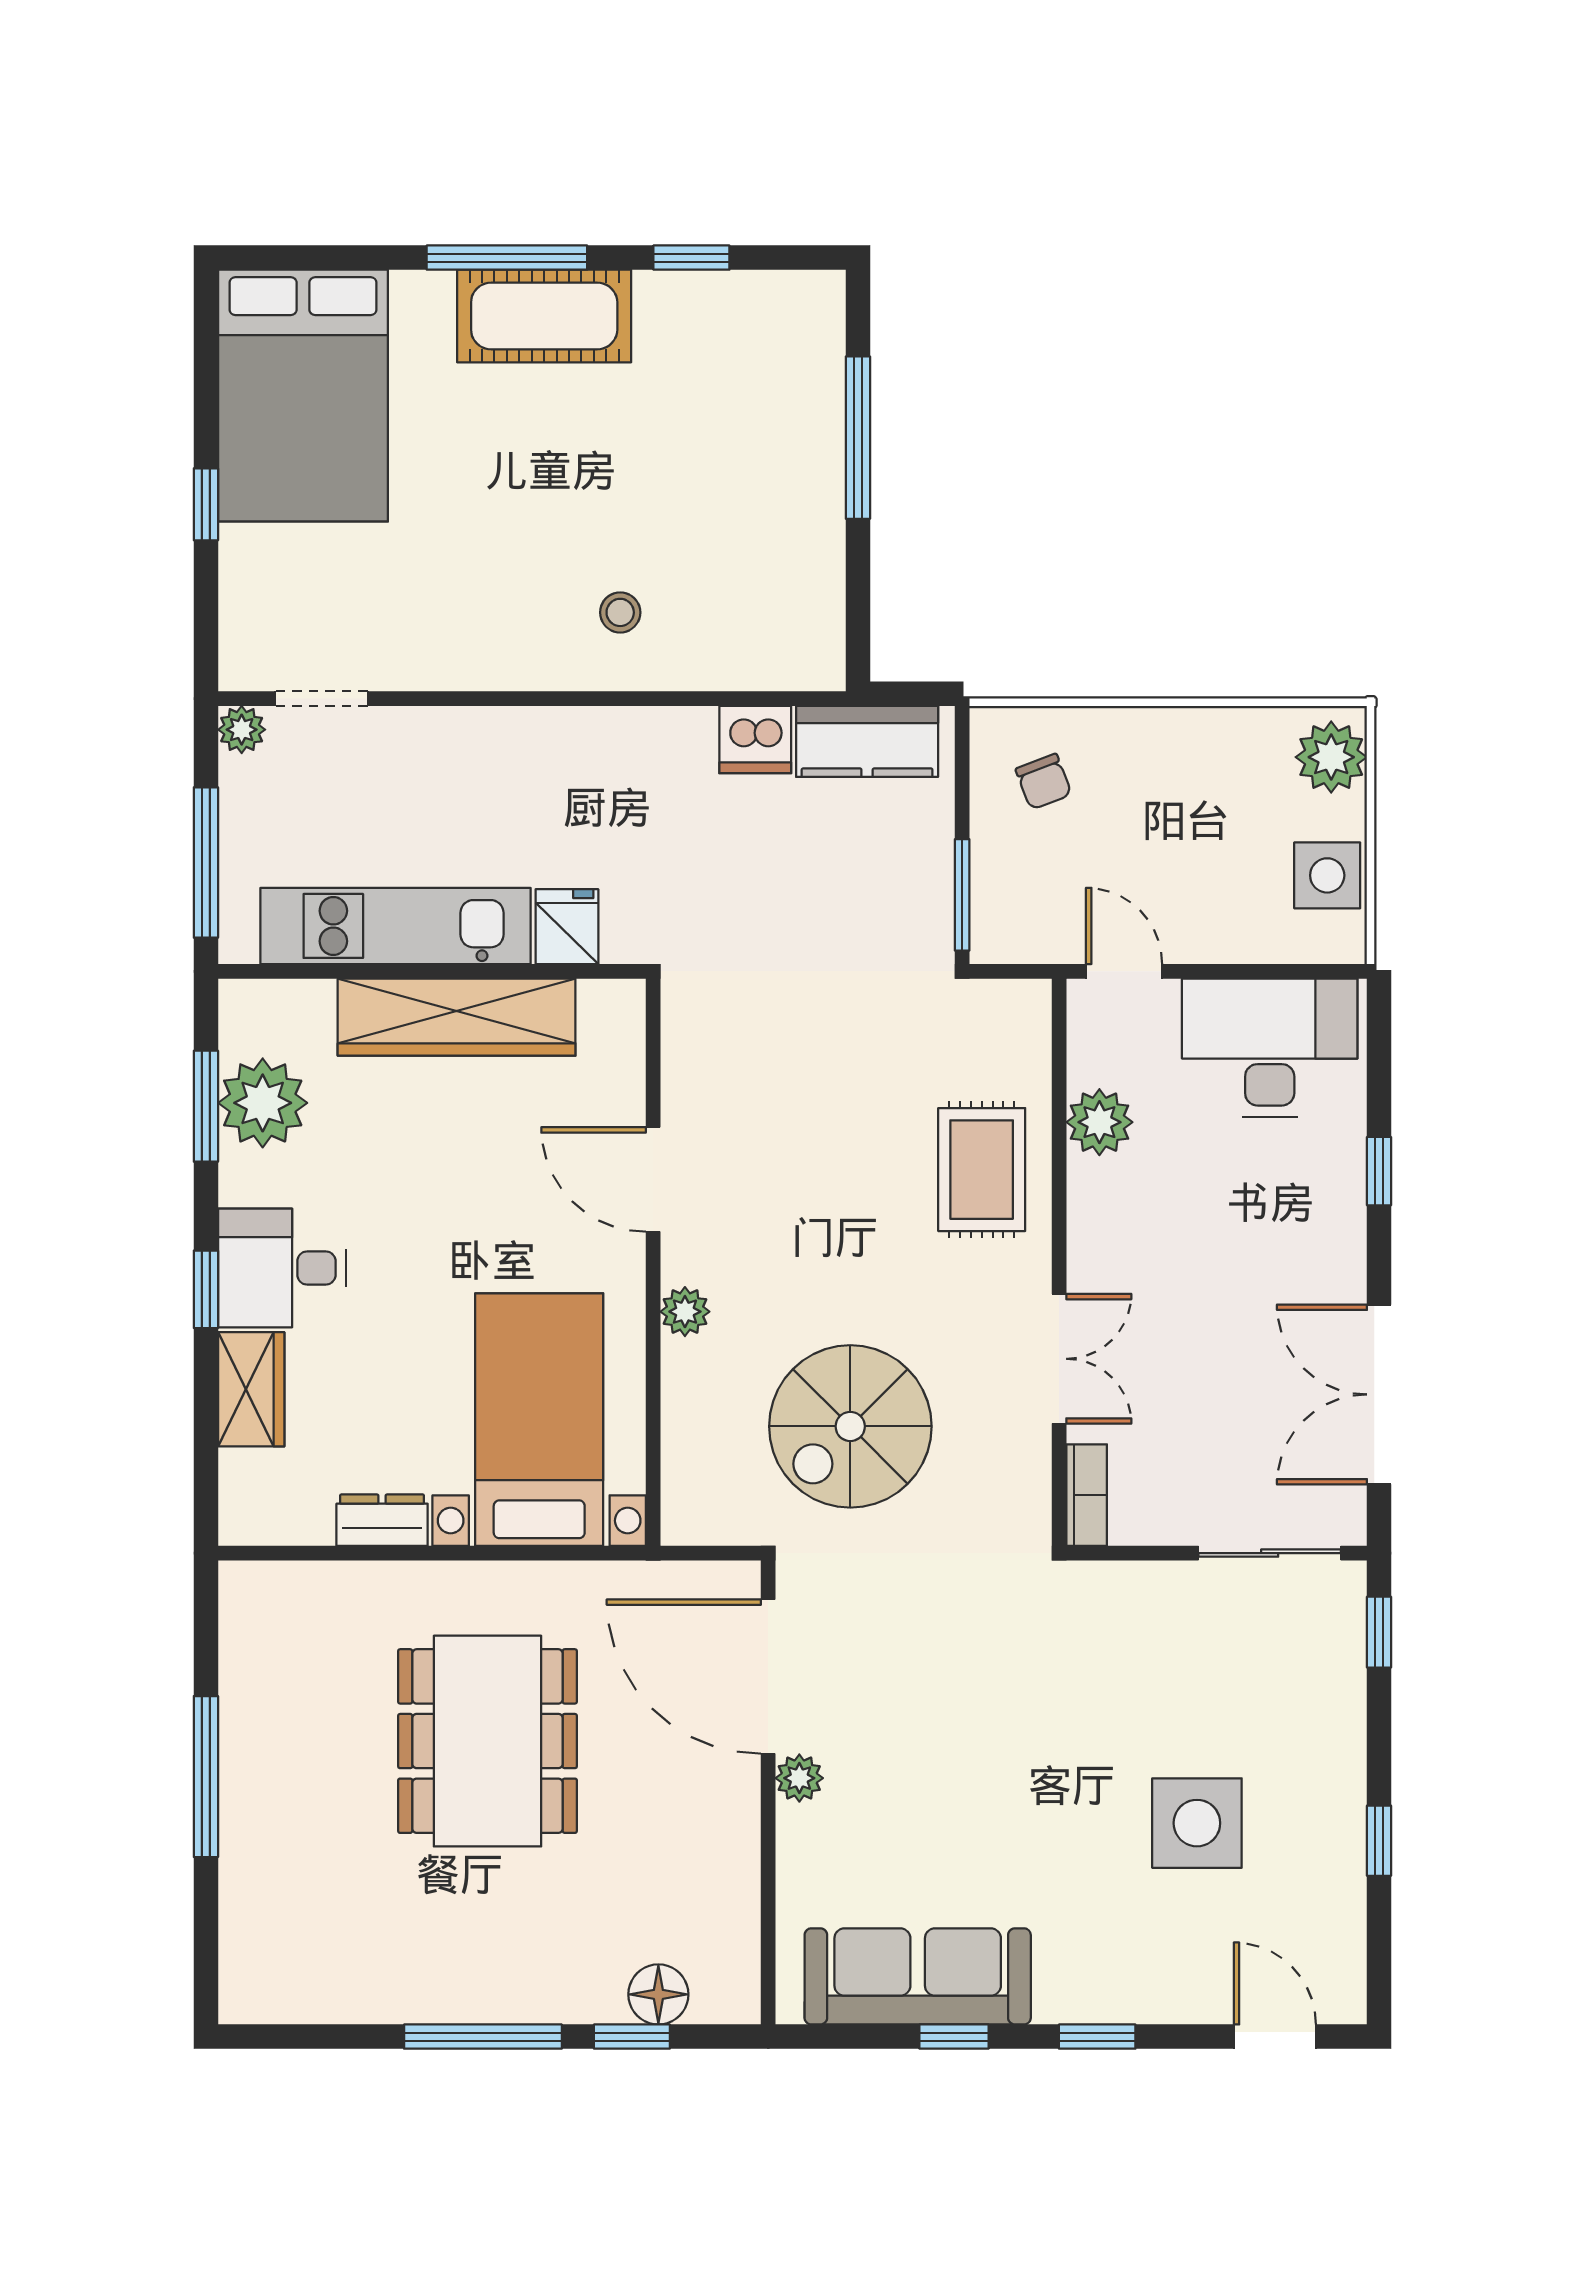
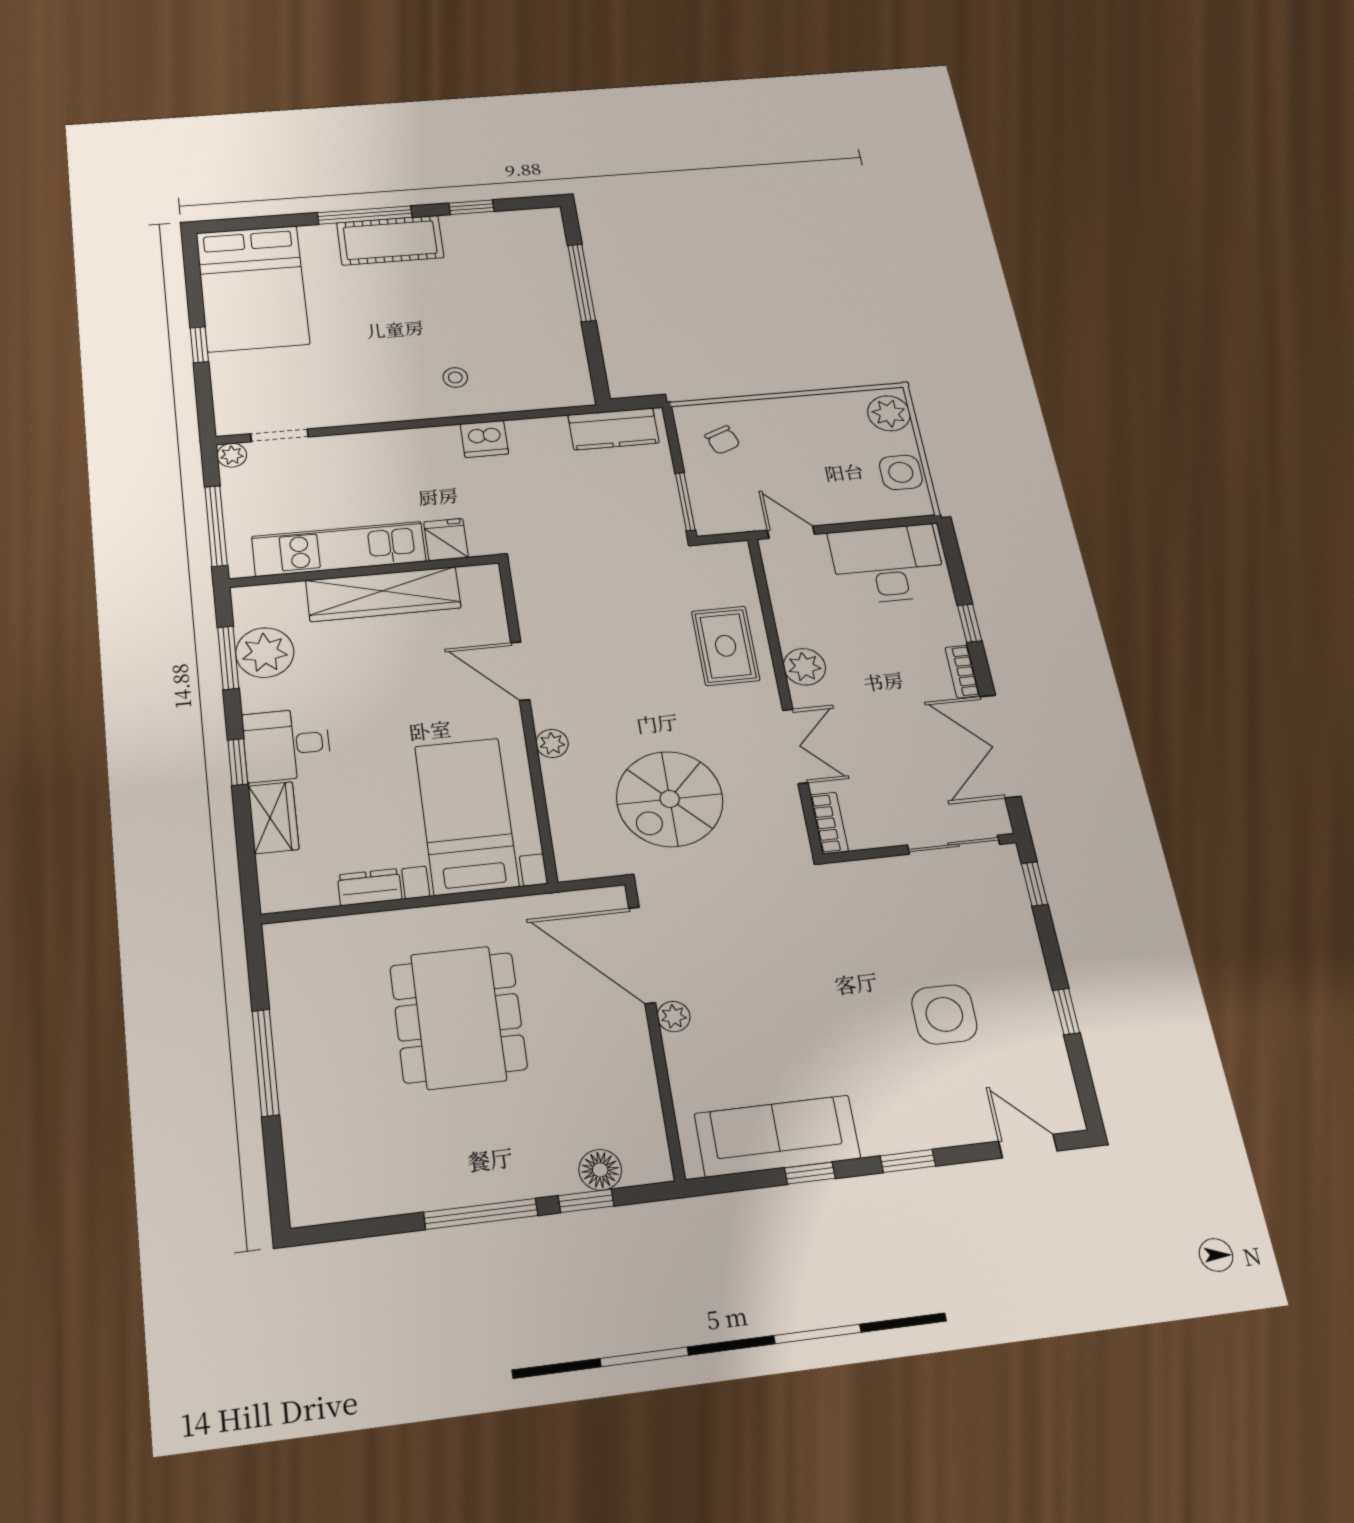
dishwasher: (755, 740) -> (484, 439), moved
plant: (1099, 1122) -> (804, 667), moved
bookcase: (1348, 1257) -> (962, 672), added

